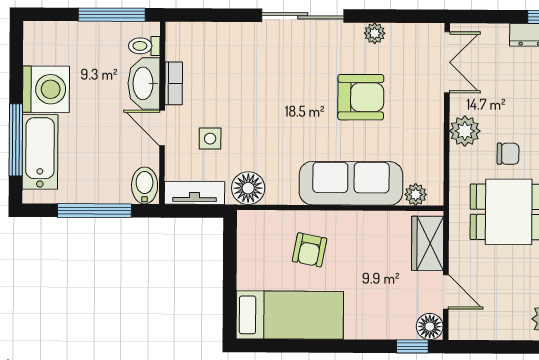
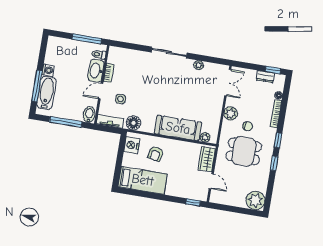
washing machine: (46, 89) -> (48, 70), width x0.53, depth x0.53
armchair: (361, 97) -> (188, 92), removed
door: (162, 128) -> (101, 91), hinge flipped
nightstand: (253, 239) -> (132, 145), added
floor lamp: (430, 327) -> (202, 195), removed

